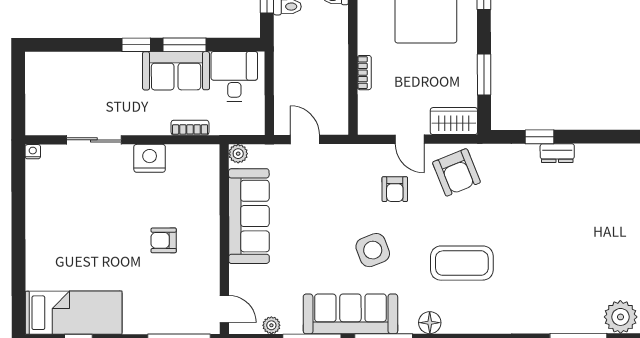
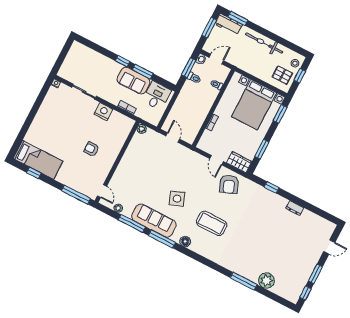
dresser: (557, 153) -> (295, 208), moved
armchair: (395, 189) -> (200, 178), removed
sofa: (249, 216) -> (132, 157), removed

